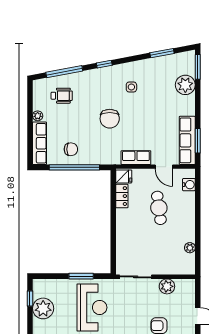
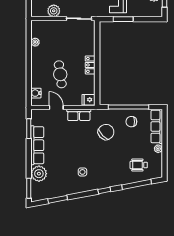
chair: (110, 119) -> (106, 132), moved, turned 46
row of seats: (187, 140) -> (37, 145), moved
locker: (122, 196) -> (90, 65), moved

